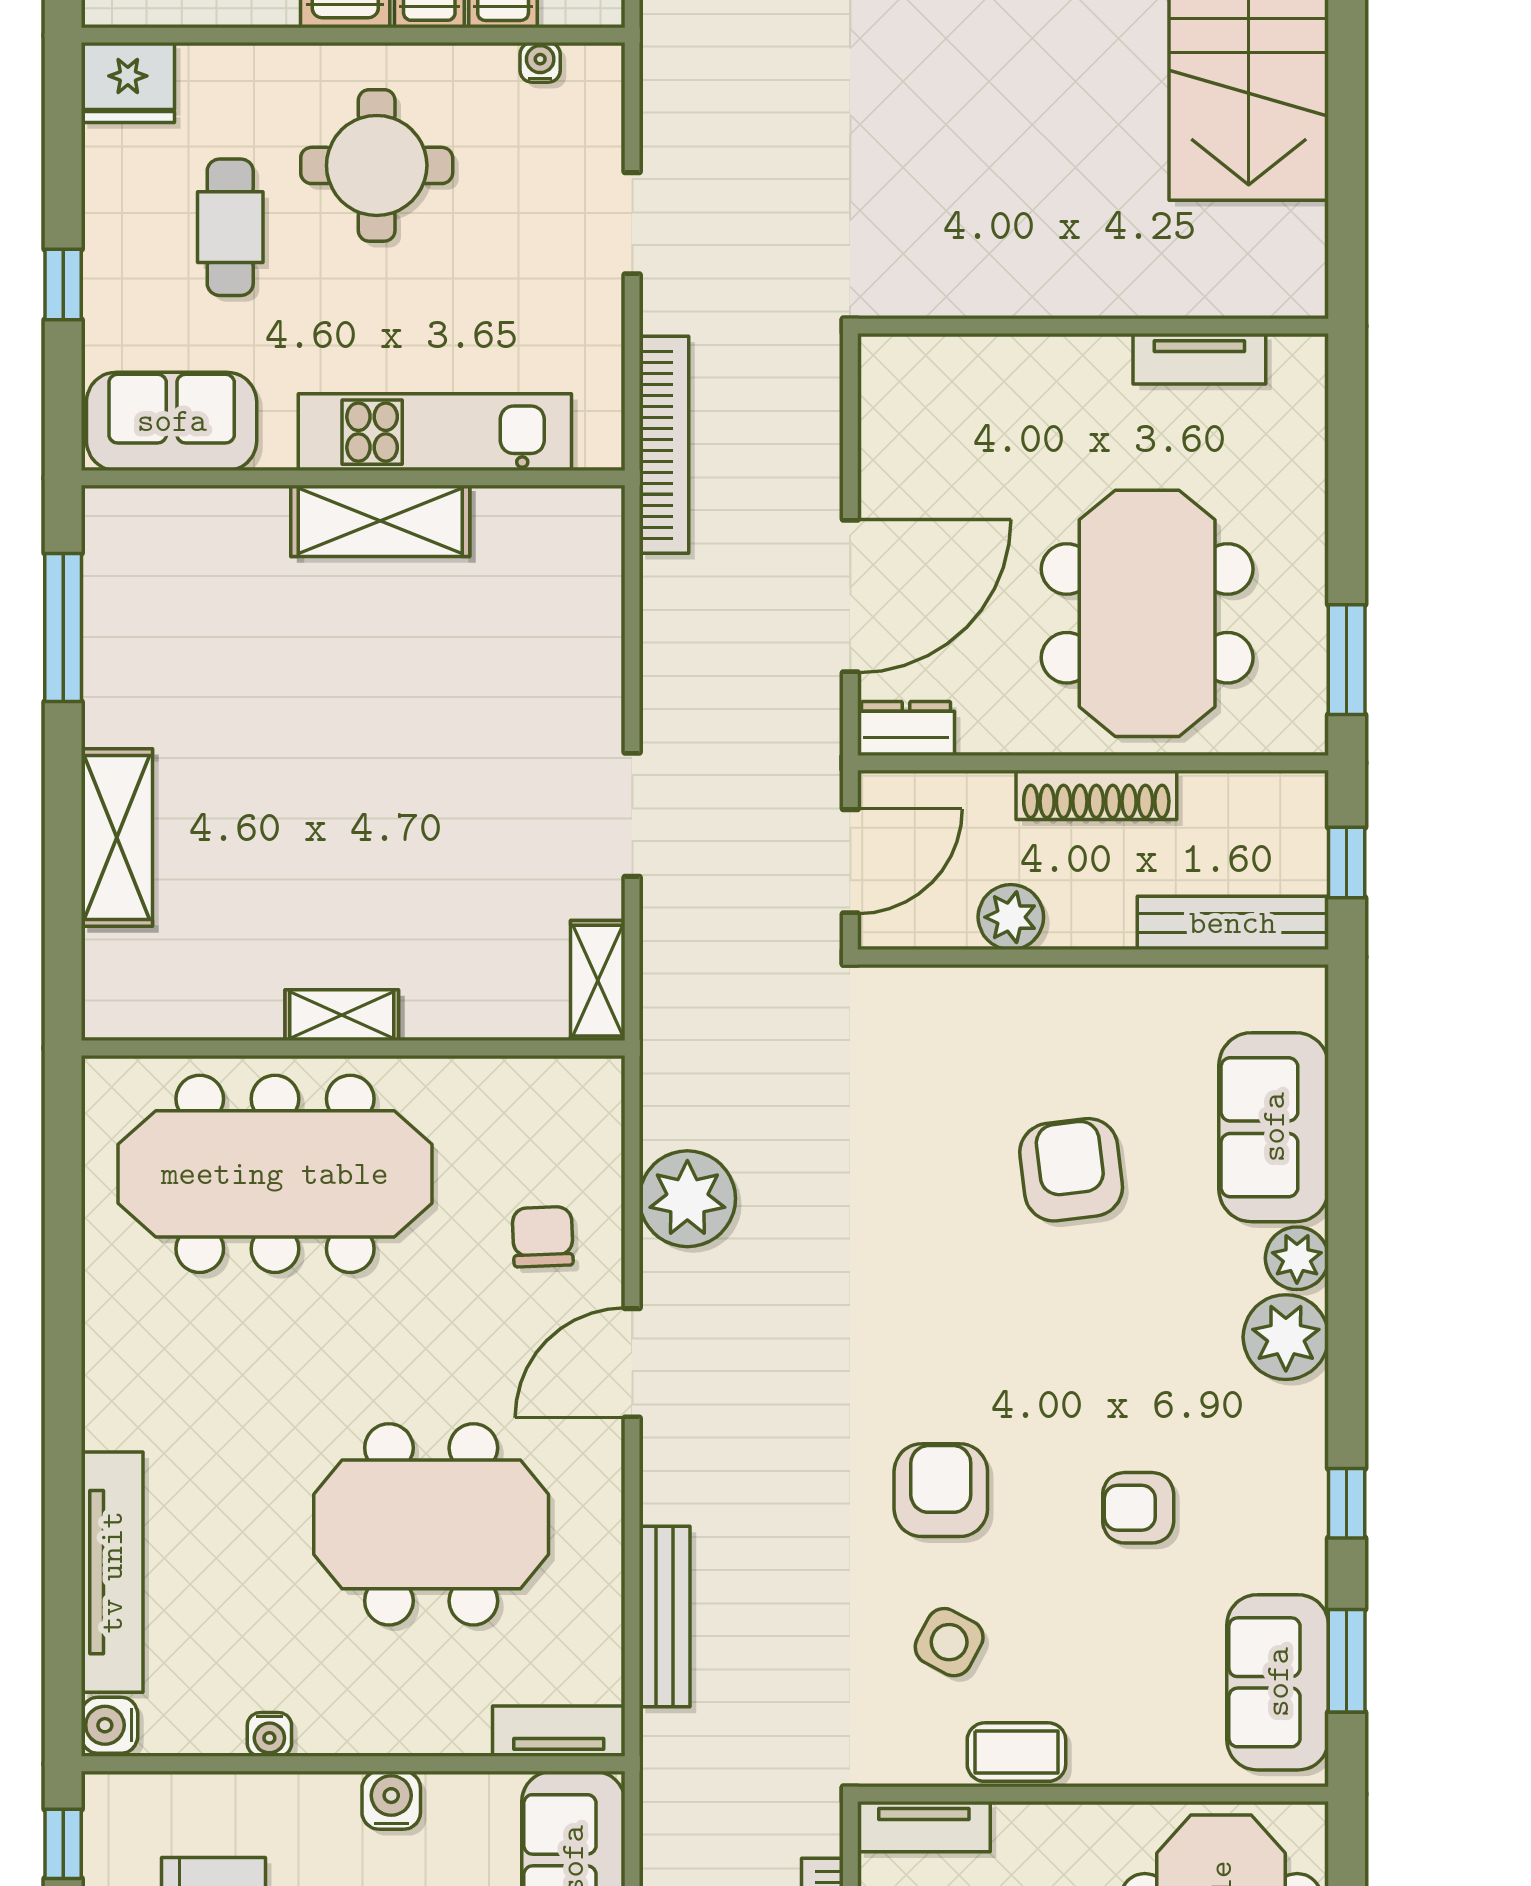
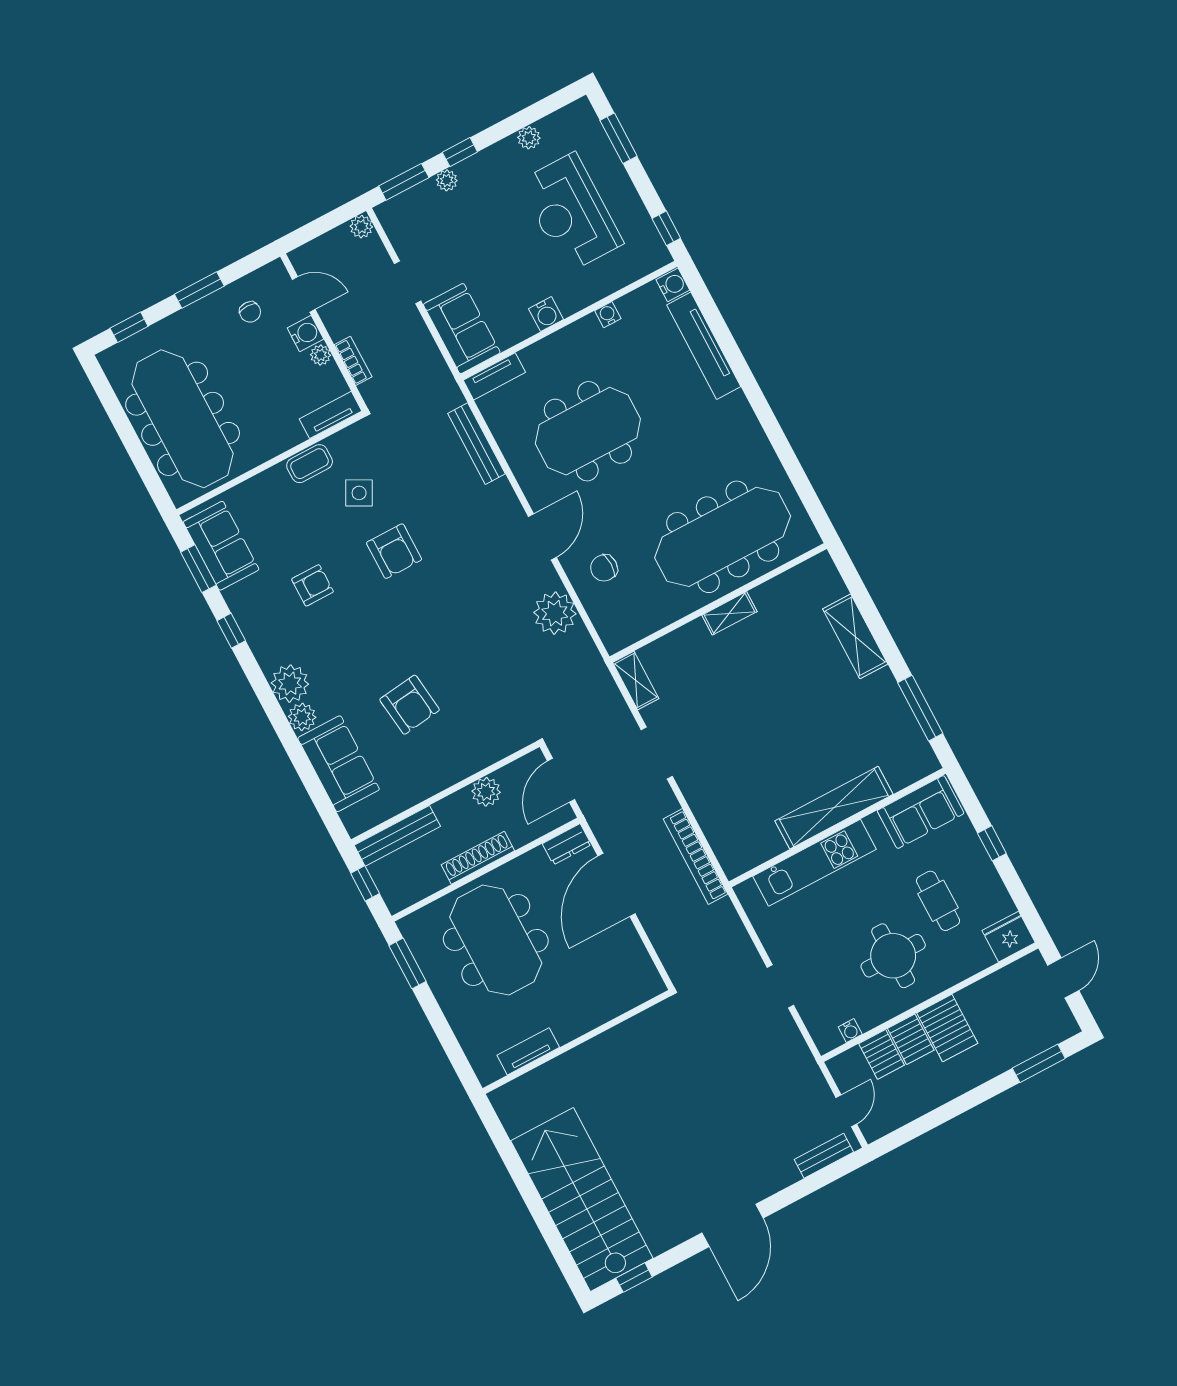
bookcase: (664, 445) -> (696, 857), moved
shelving: (380, 521) -> (834, 808), width x1.47
chair: (543, 1237) -> (604, 568), turned 92

